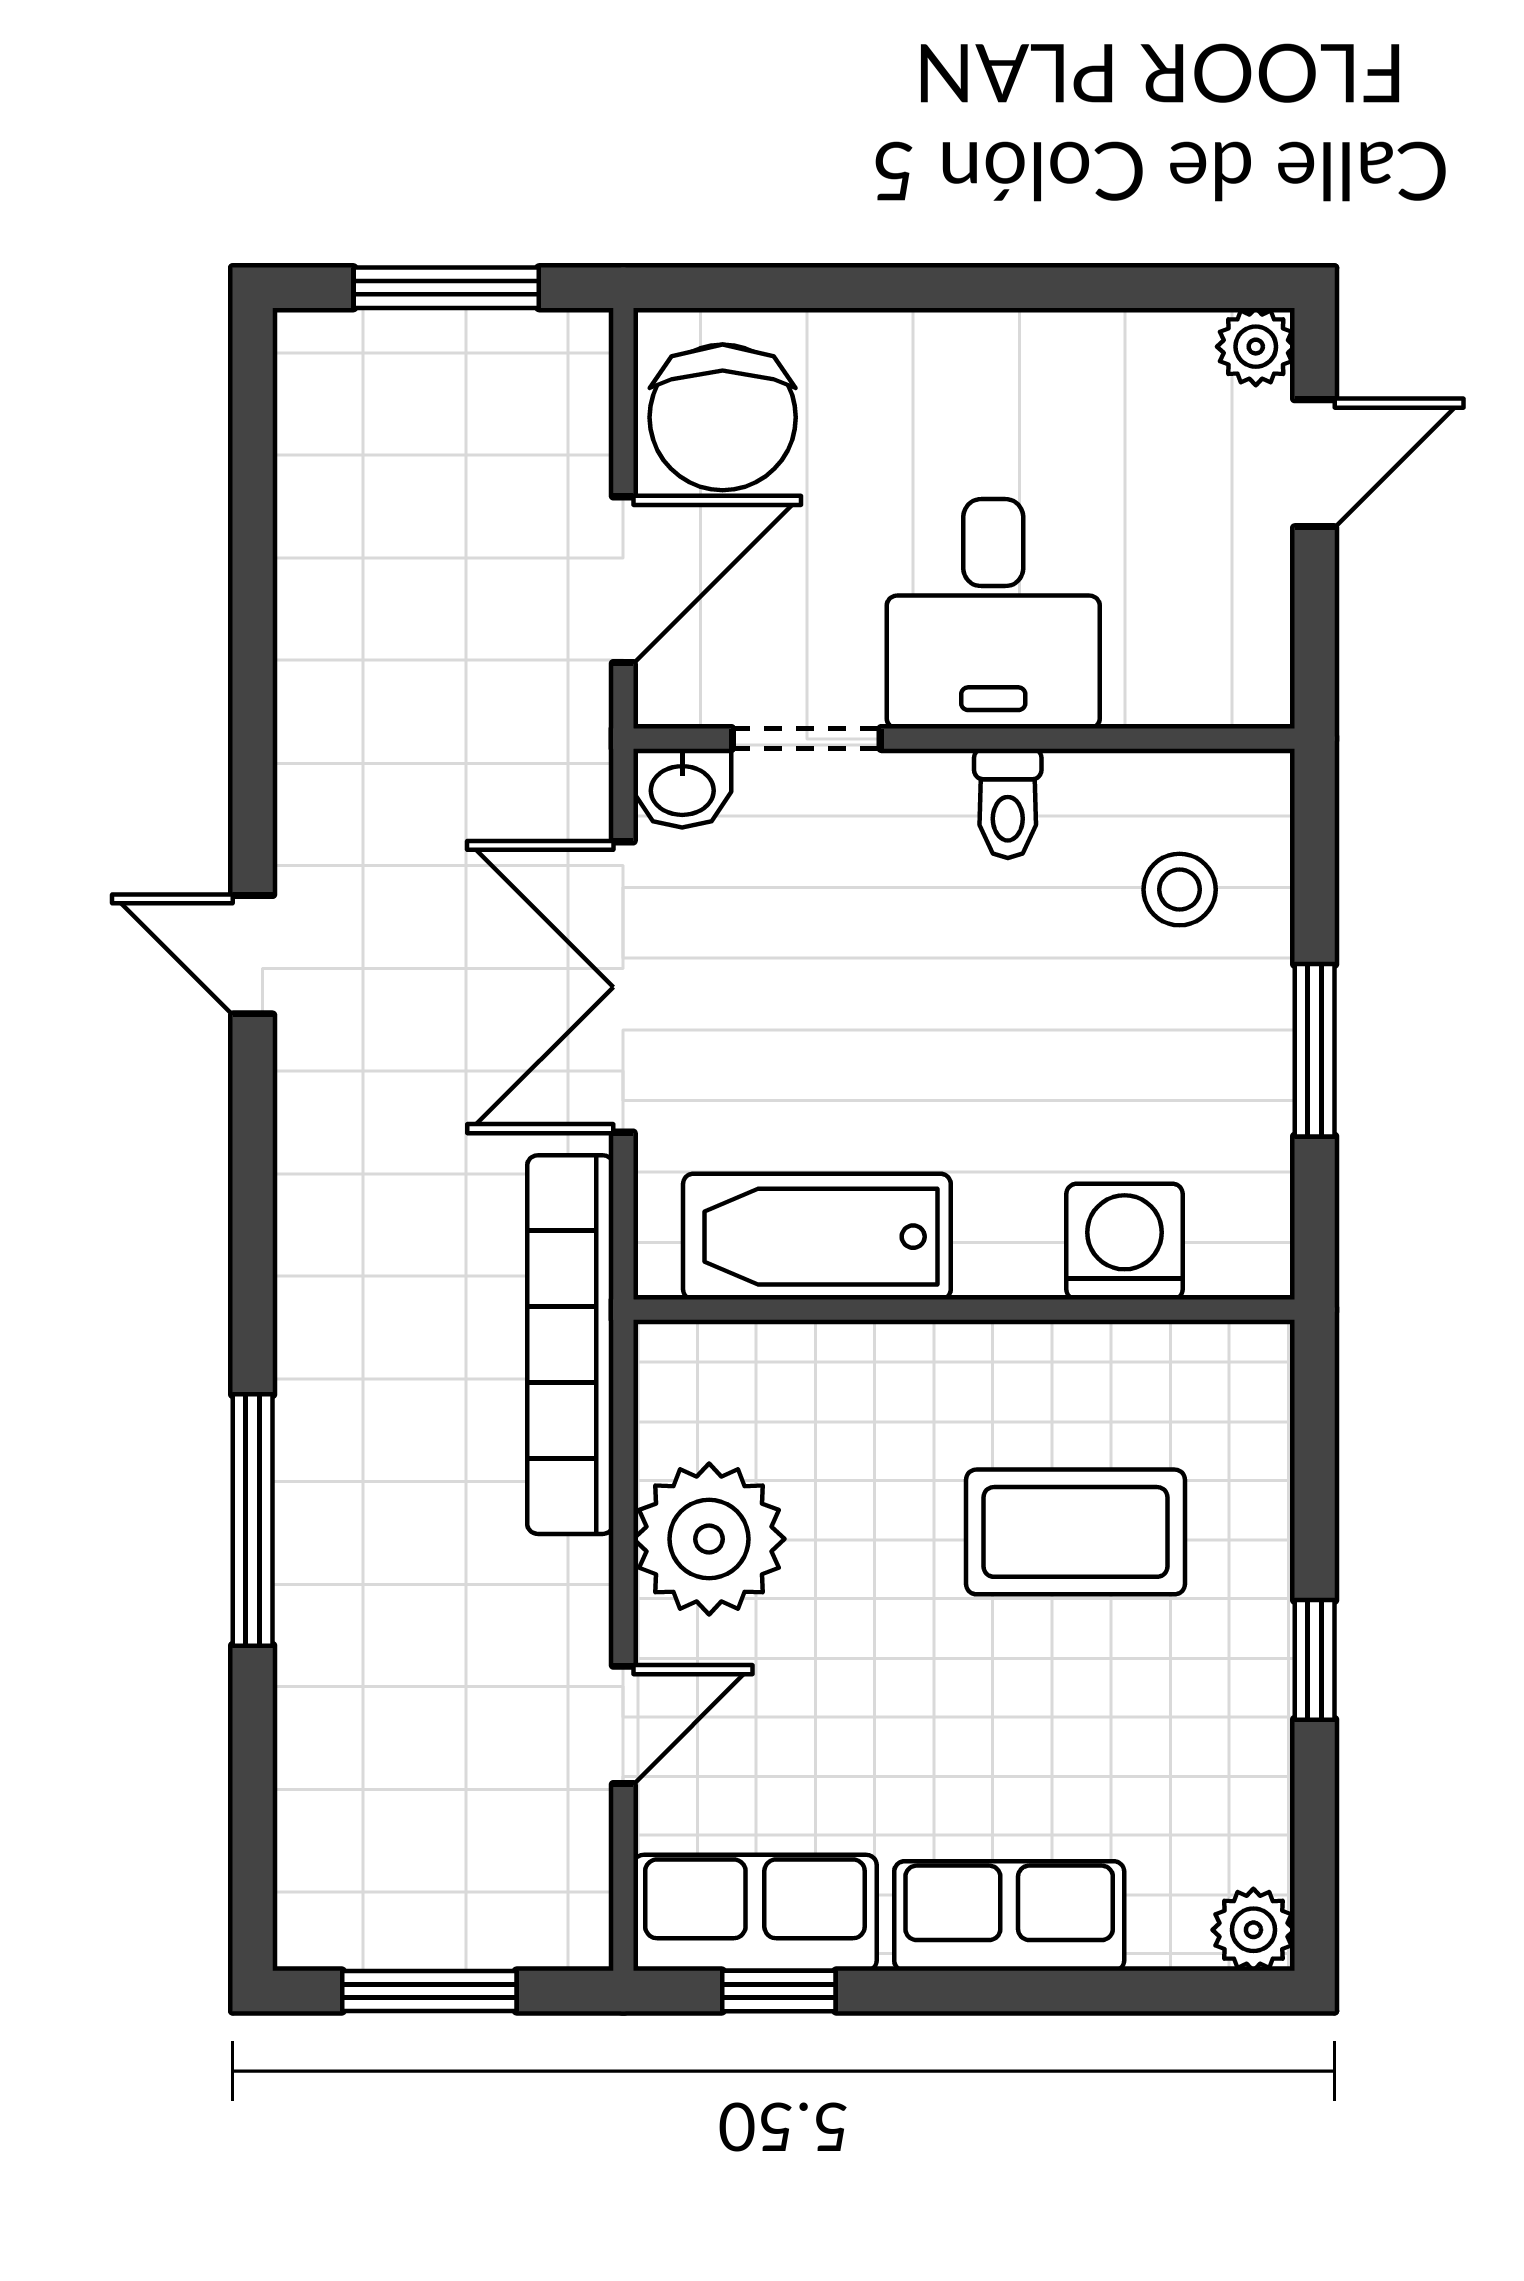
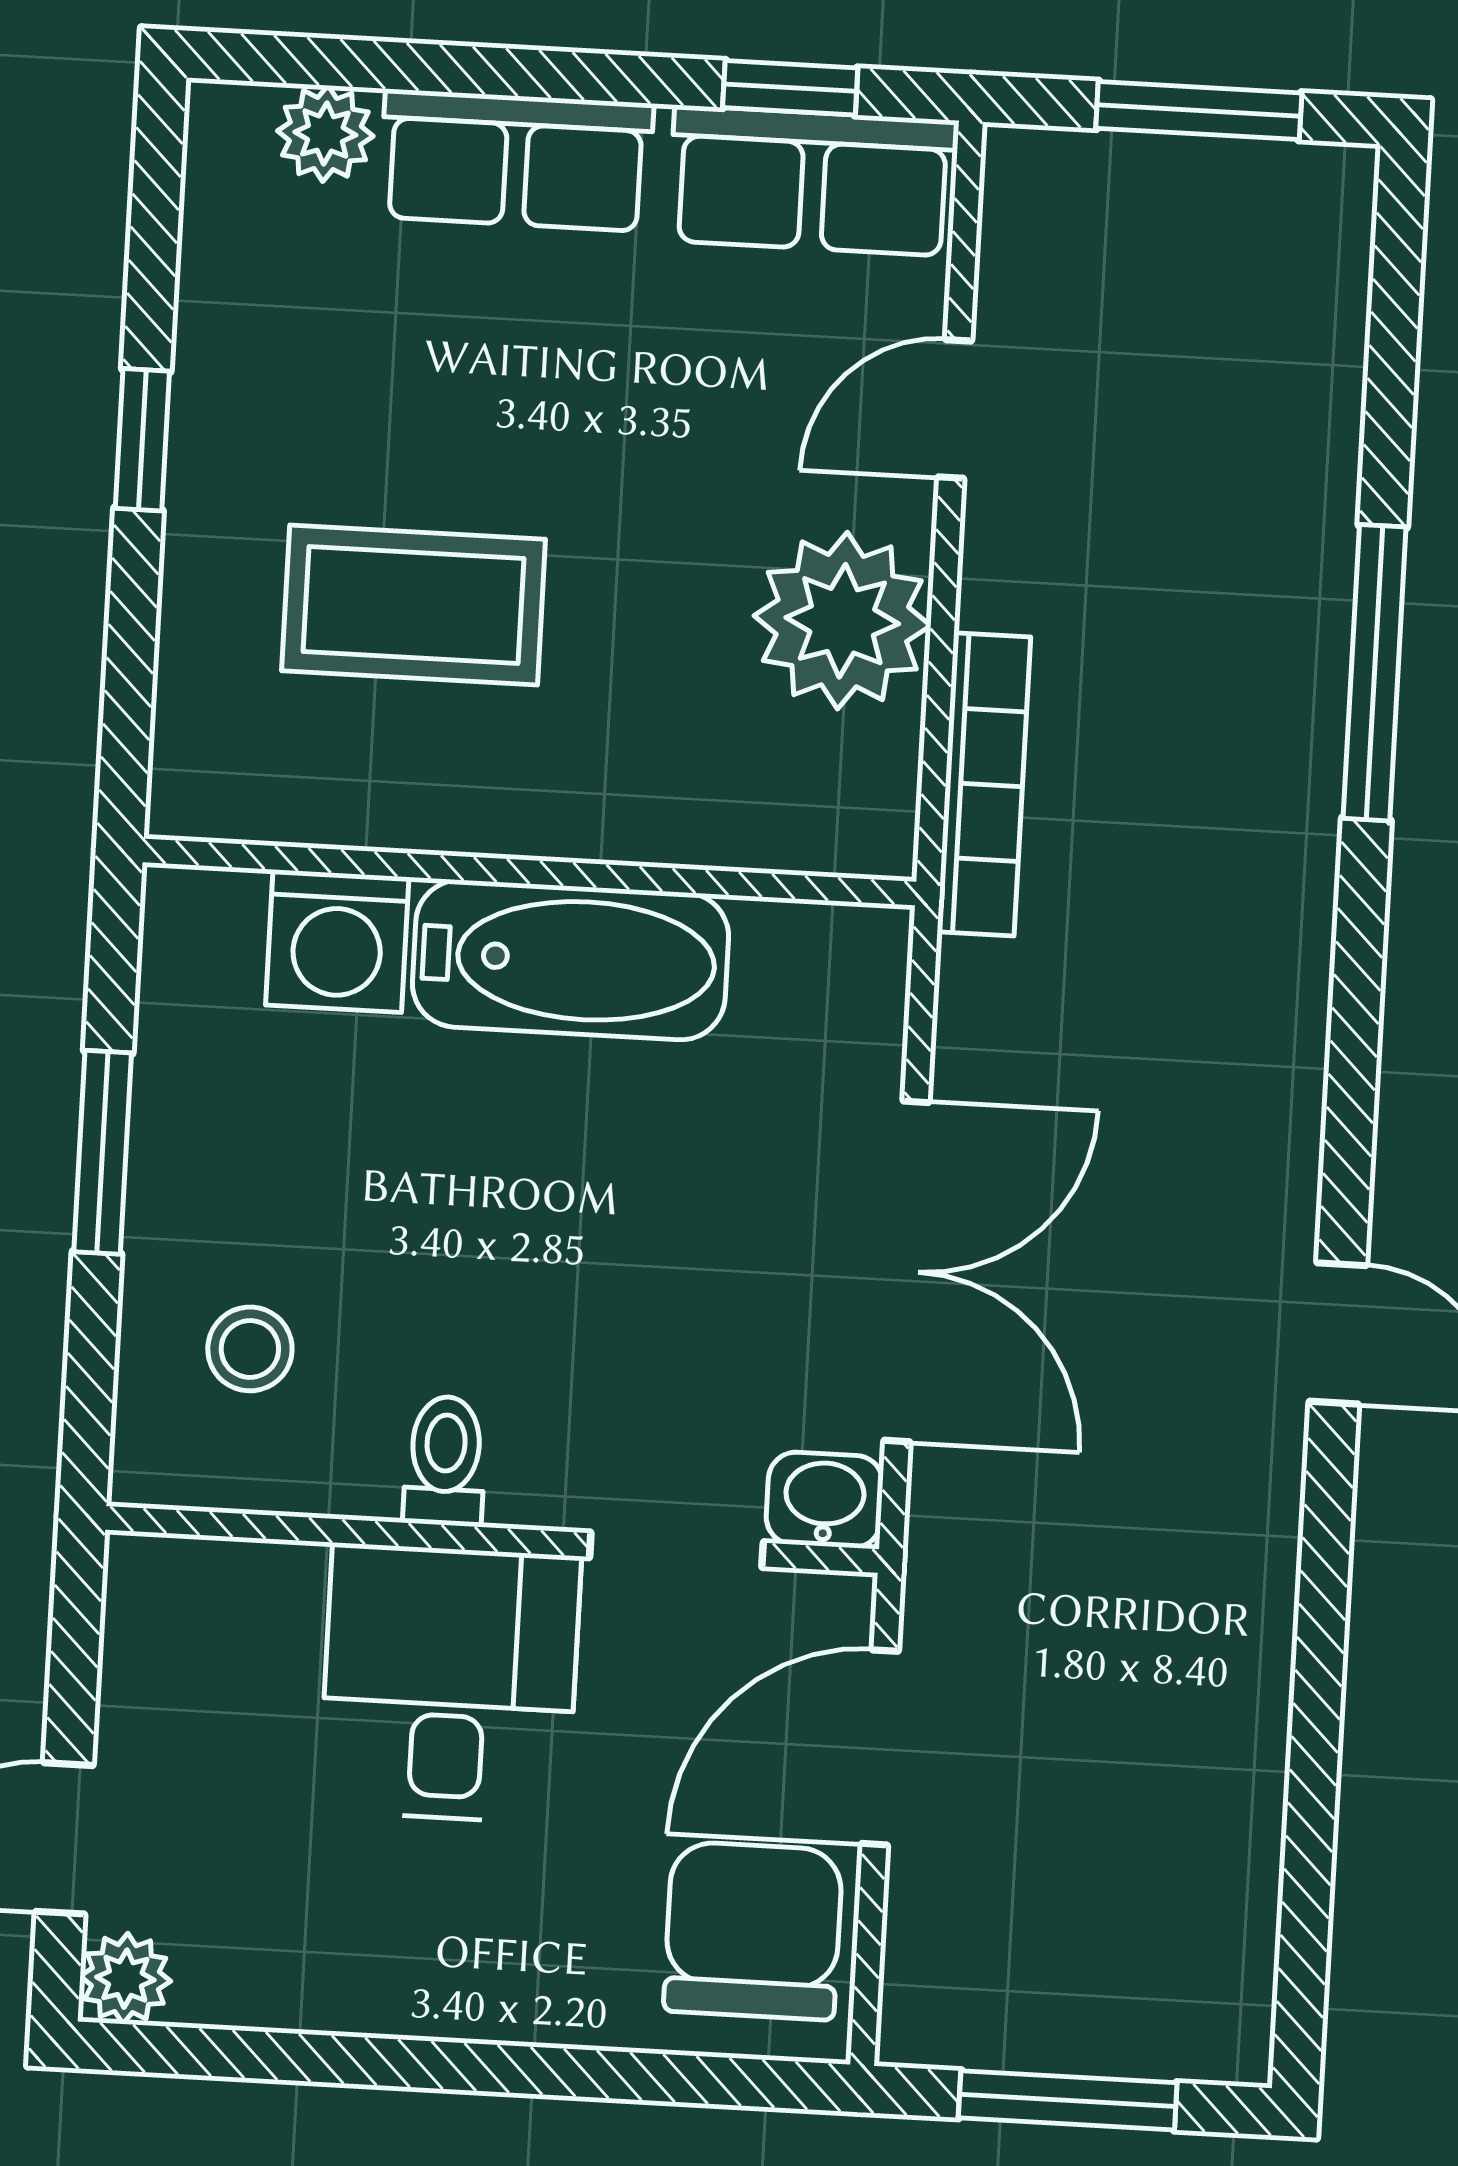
bathtub: (817, 1237) -> (570, 960), moved
bookcase: (570, 1345) -> (984, 784), width x0.68, depth x0.76
plant: (1253, 1930) -> (325, 133), moved

